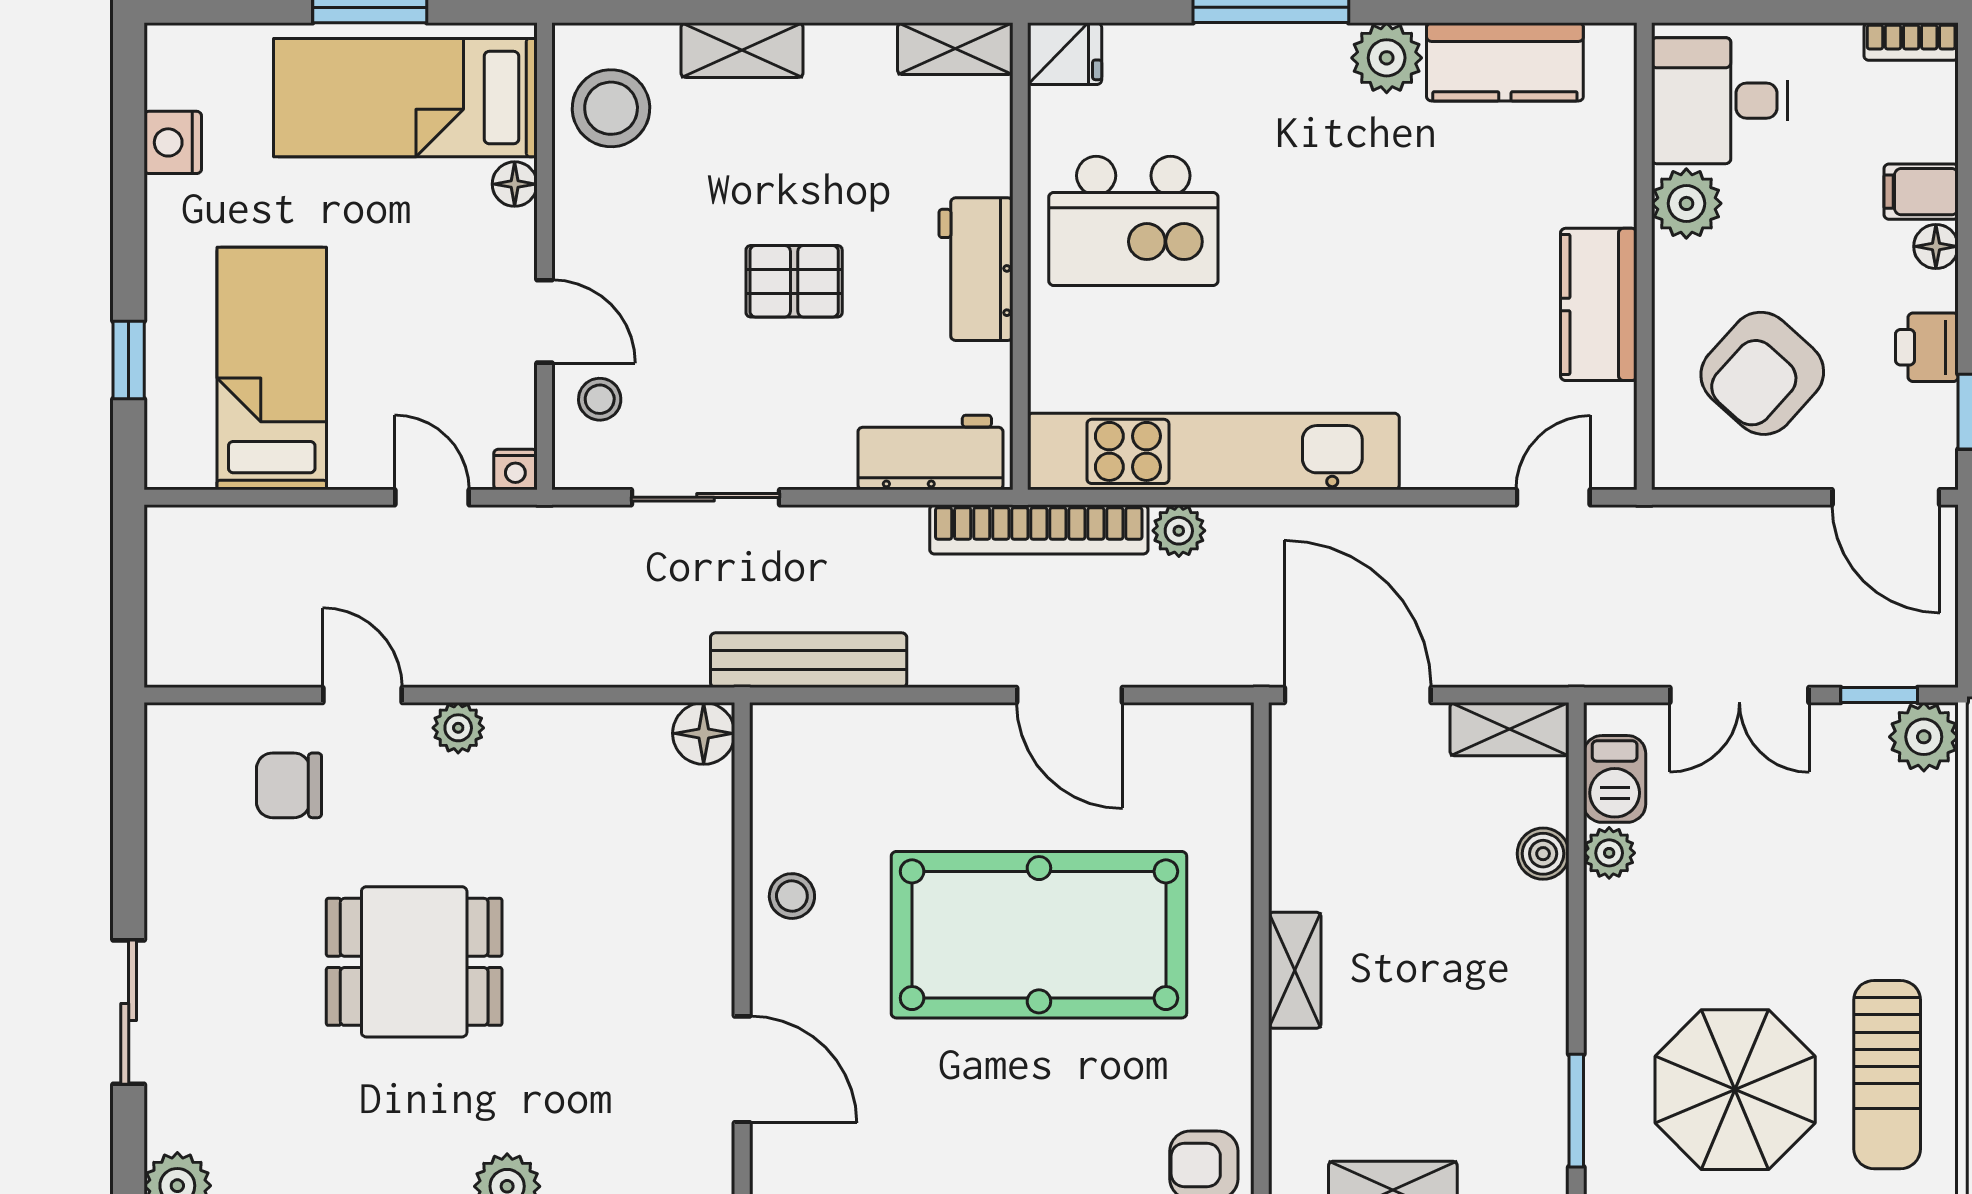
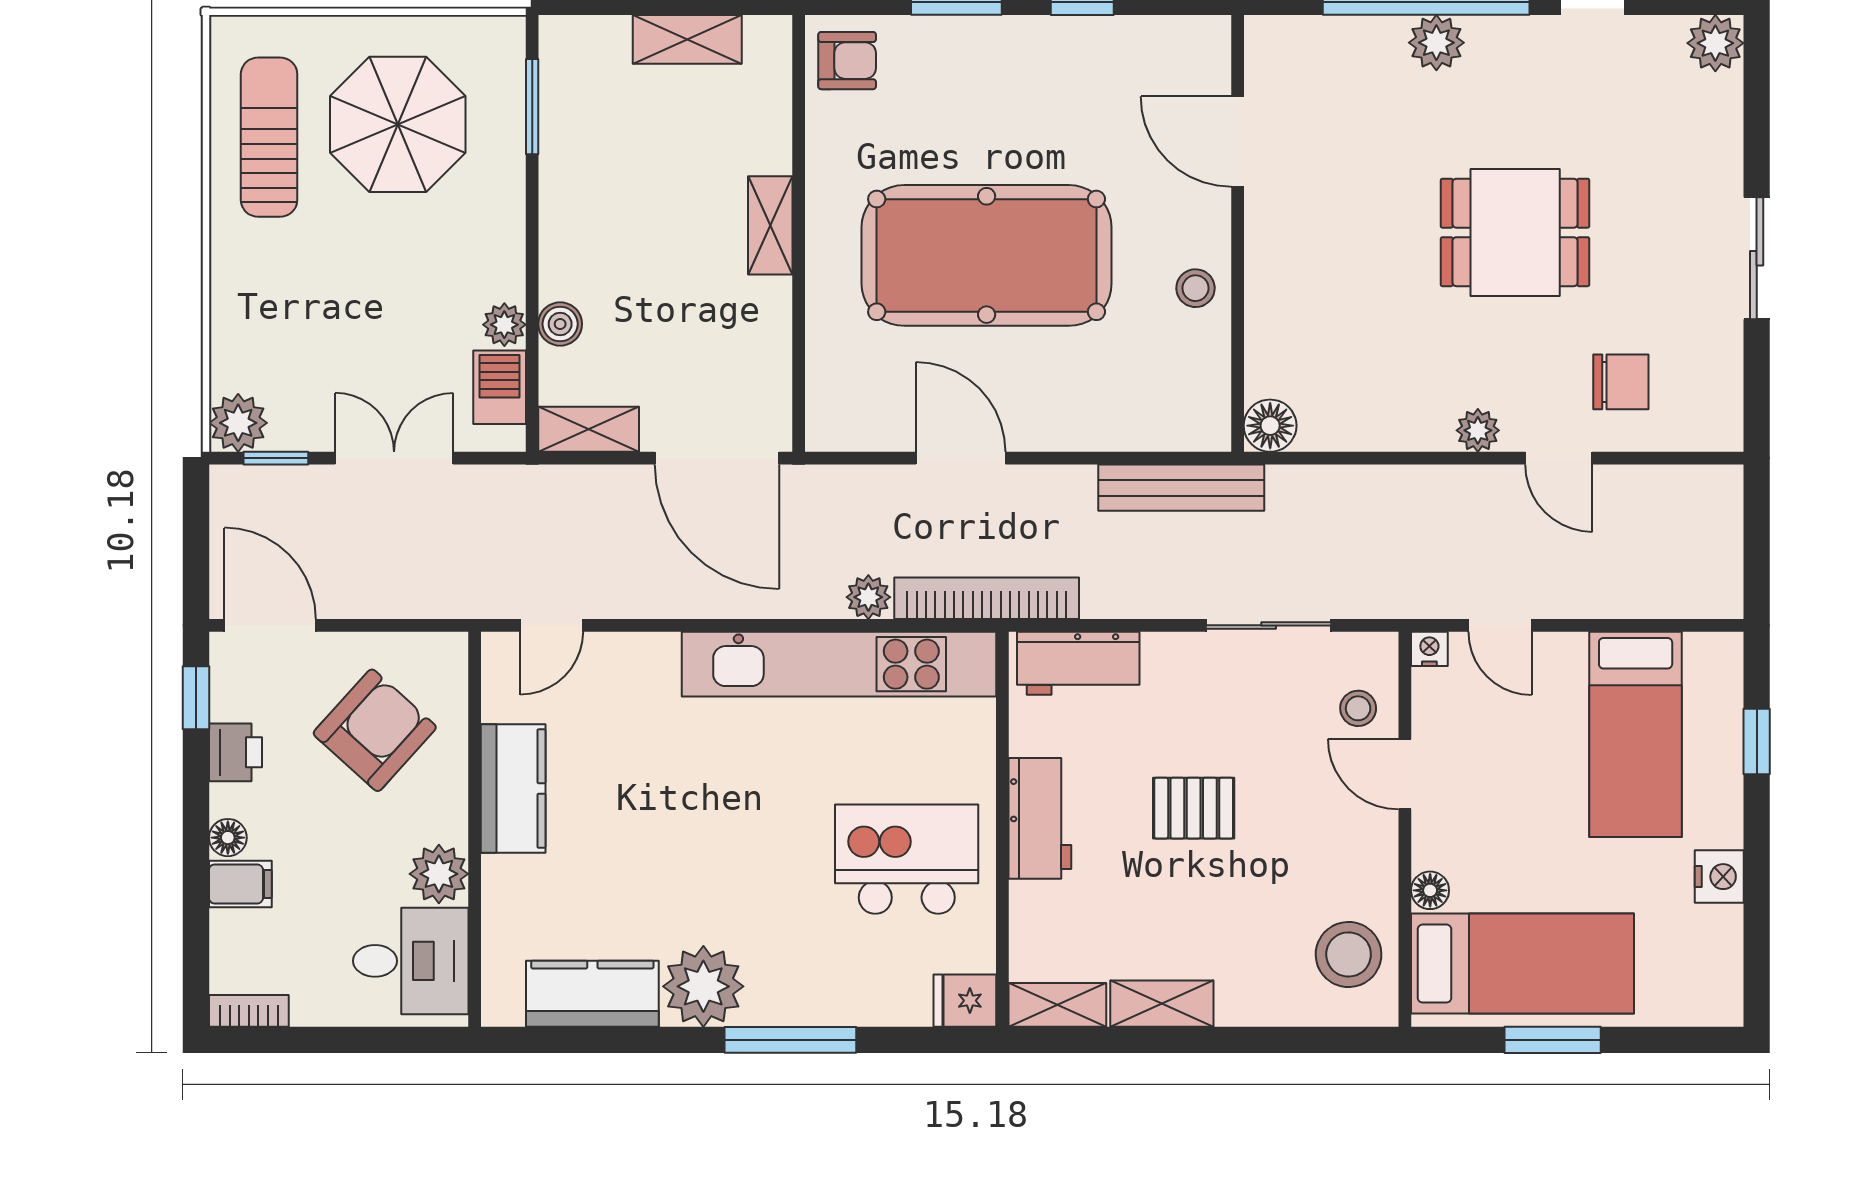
shelving: (742, 50) -> (1162, 1004), moved
plant: (1387, 58) -> (703, 986), width x1.36, depth x1.36
nightstand: (173, 142) -> (1719, 877), moved
sliding door: (129, 1012) -> (1757, 258), moved

